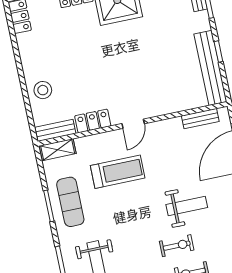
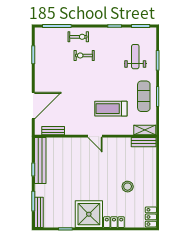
stool: (43, 90) -> (128, 187), moved
locker: (93, 121) -> (120, 143), removed
door: (133, 124) -> (95, 136), swing flipped
weight bench: (187, 206) -> (73, 79), removed

